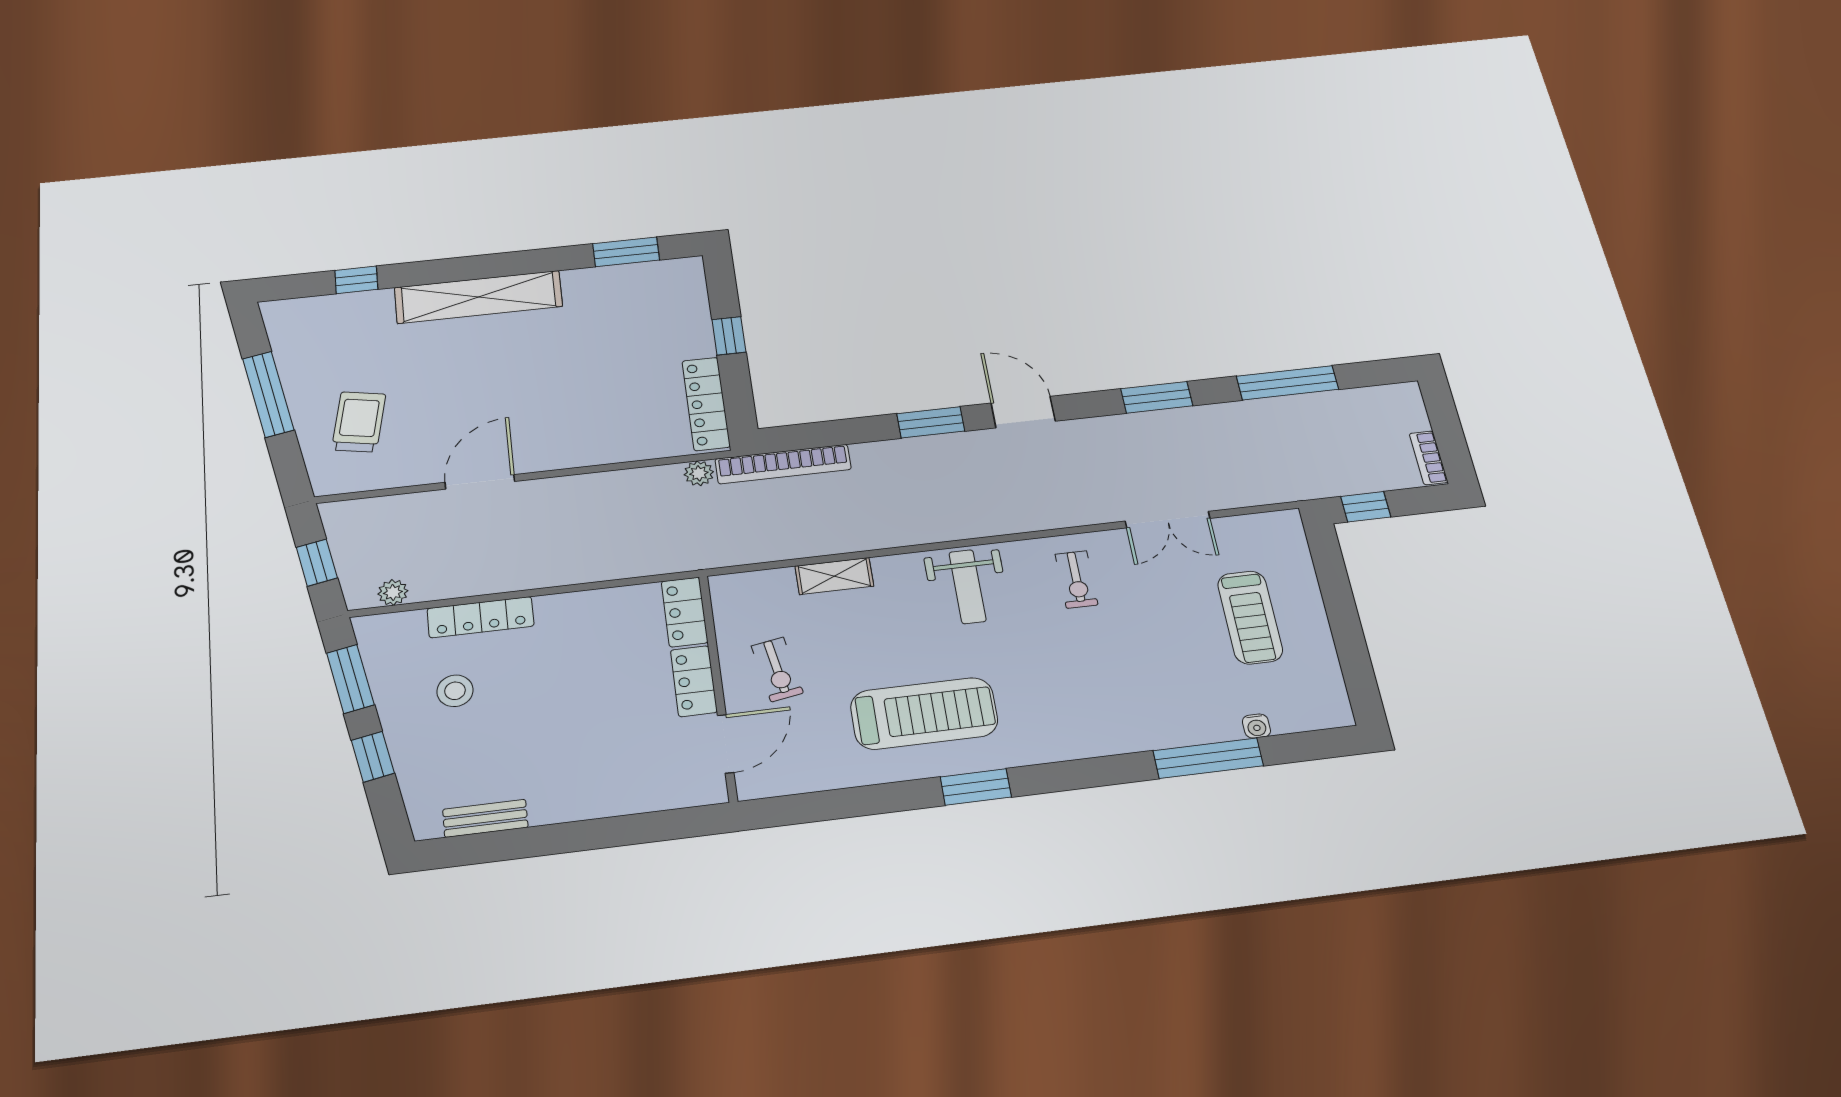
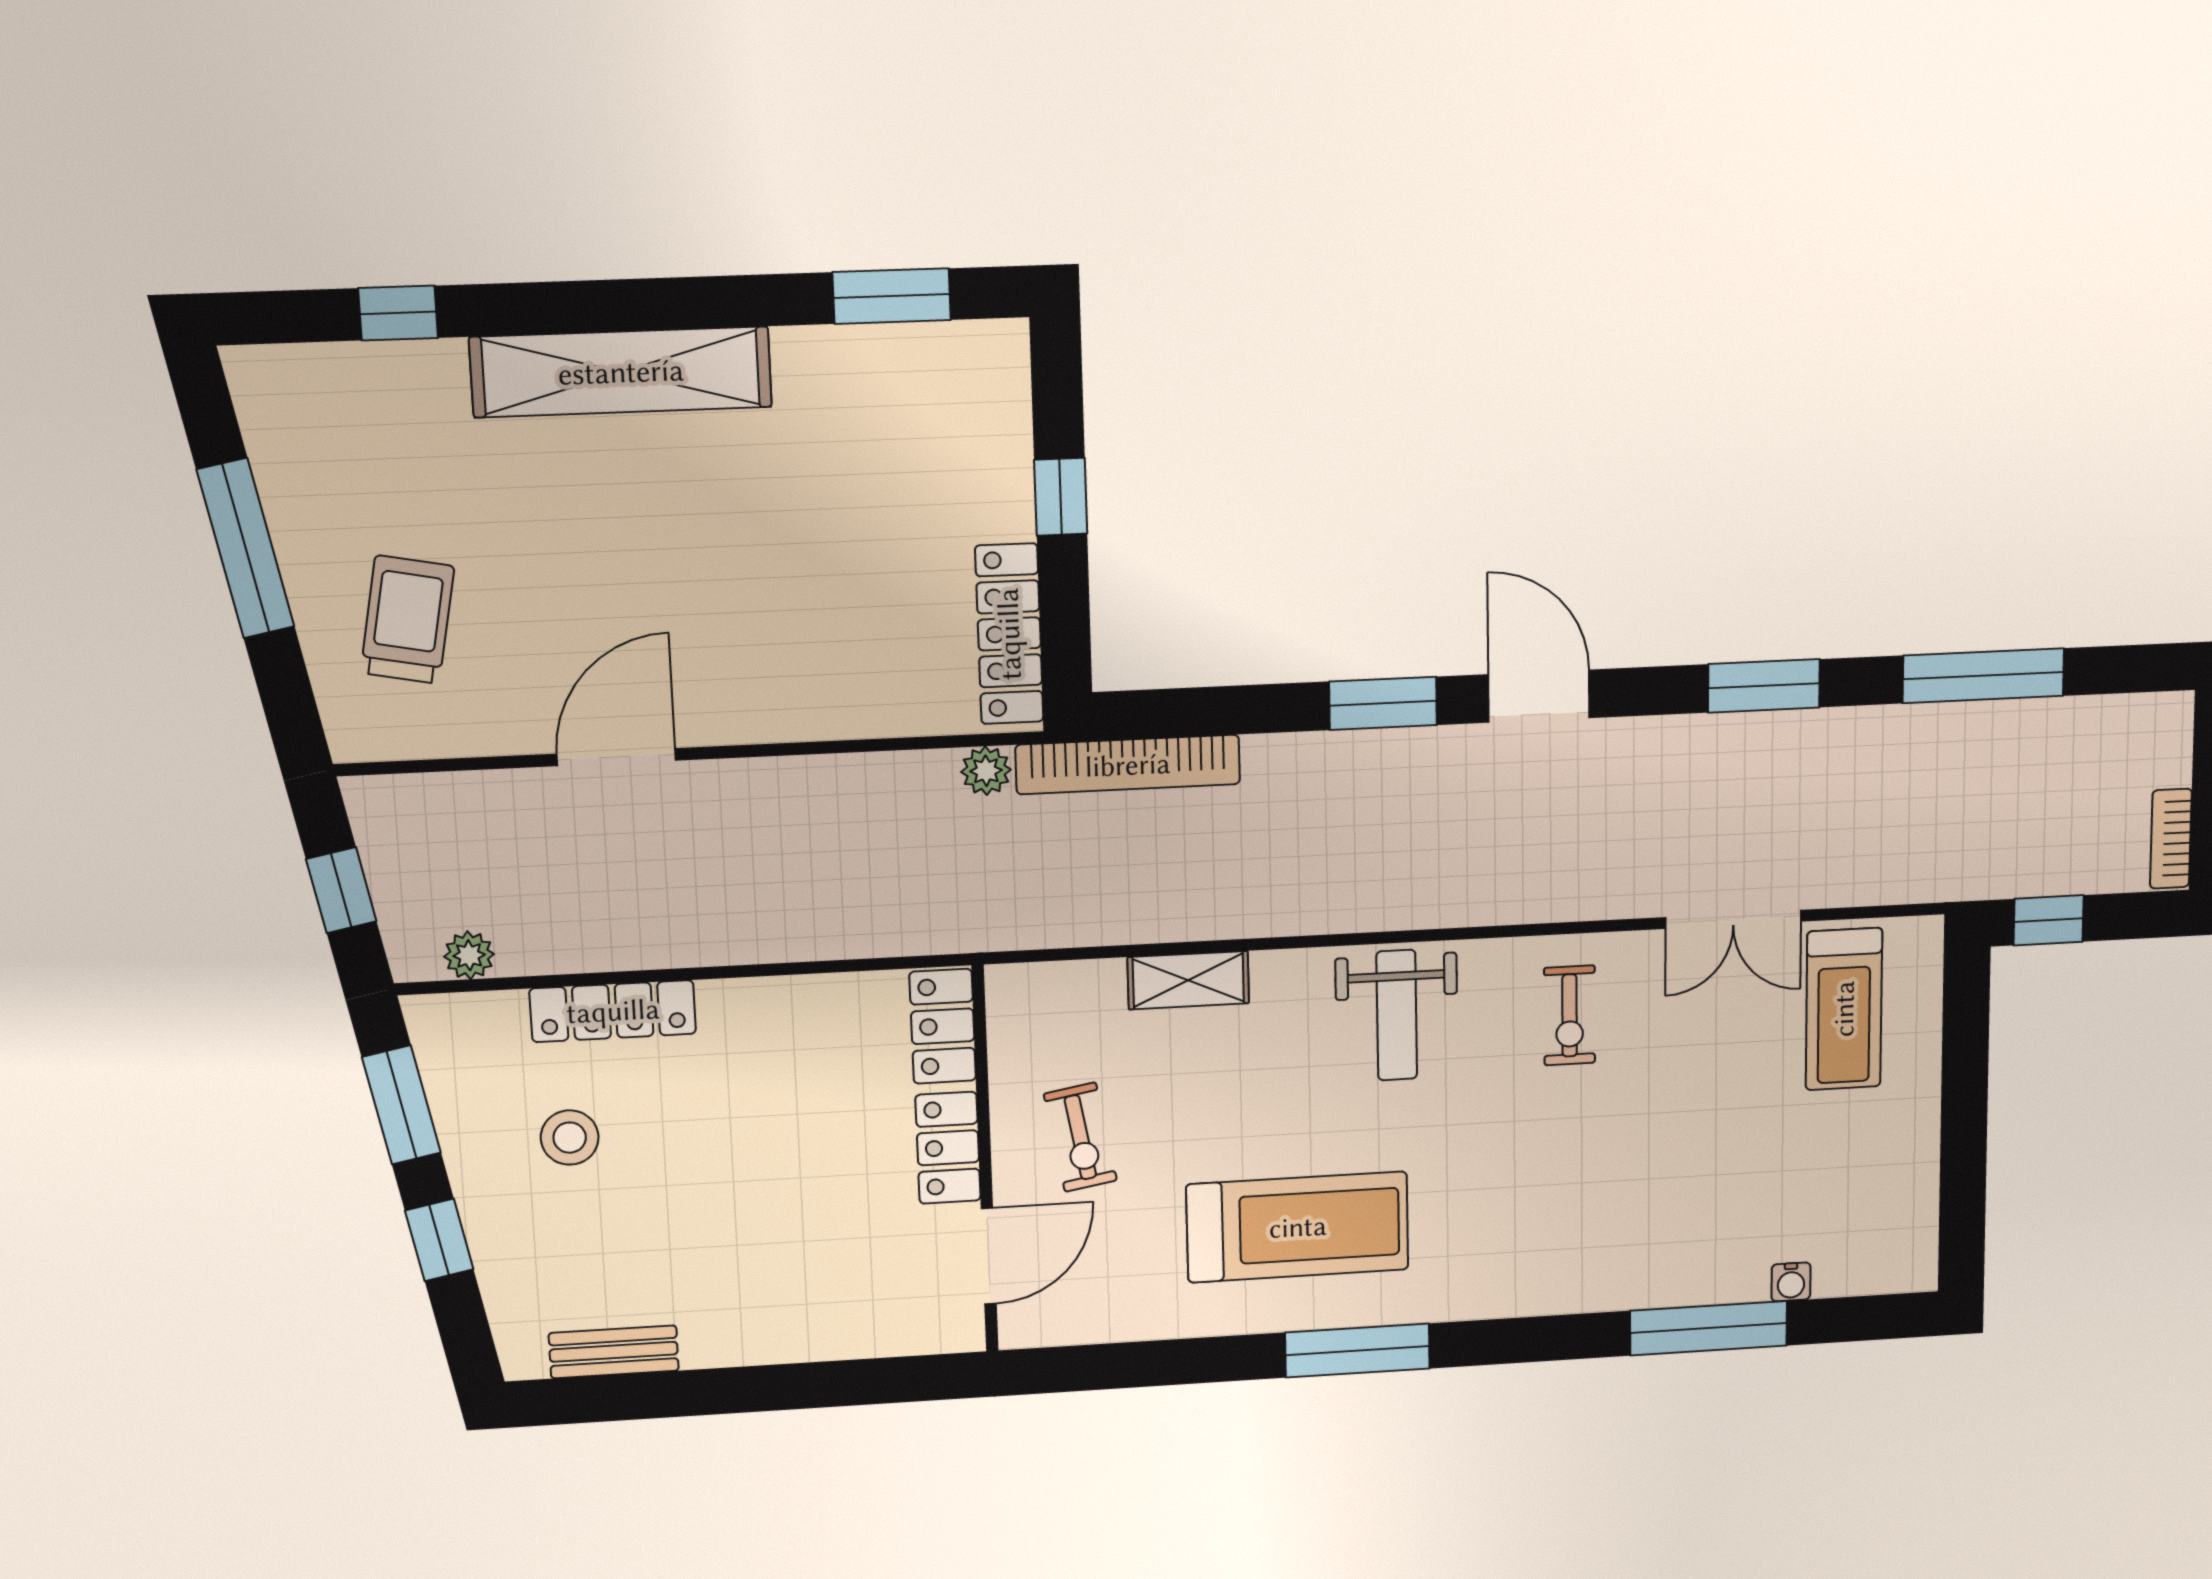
treadmill: (1250, 617) -> (1844, 1009), moved
window: (976, 787) -> (1357, 1351), width x1.44

